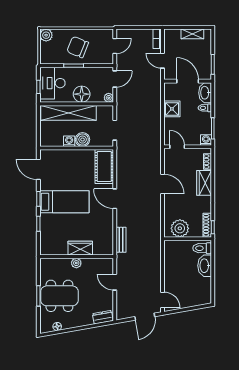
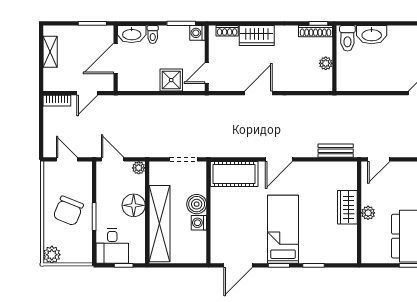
desk: (52, 83) -> (112, 246), width x0.73
shower: (172, 109) -> (171, 80), moved
plant: (180, 228) -> (326, 63), width x0.53, depth x0.53
door: (115, 282) -> (379, 159), moved

